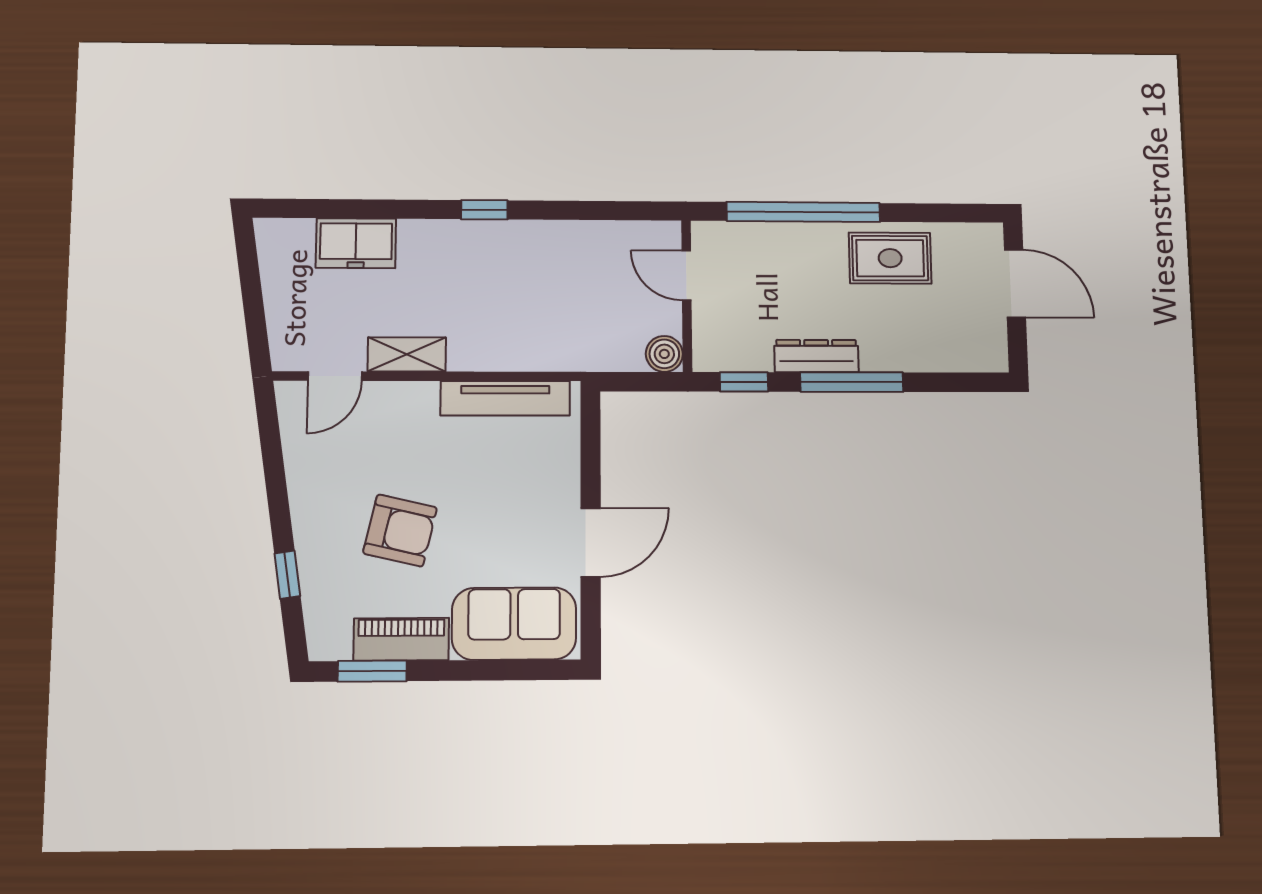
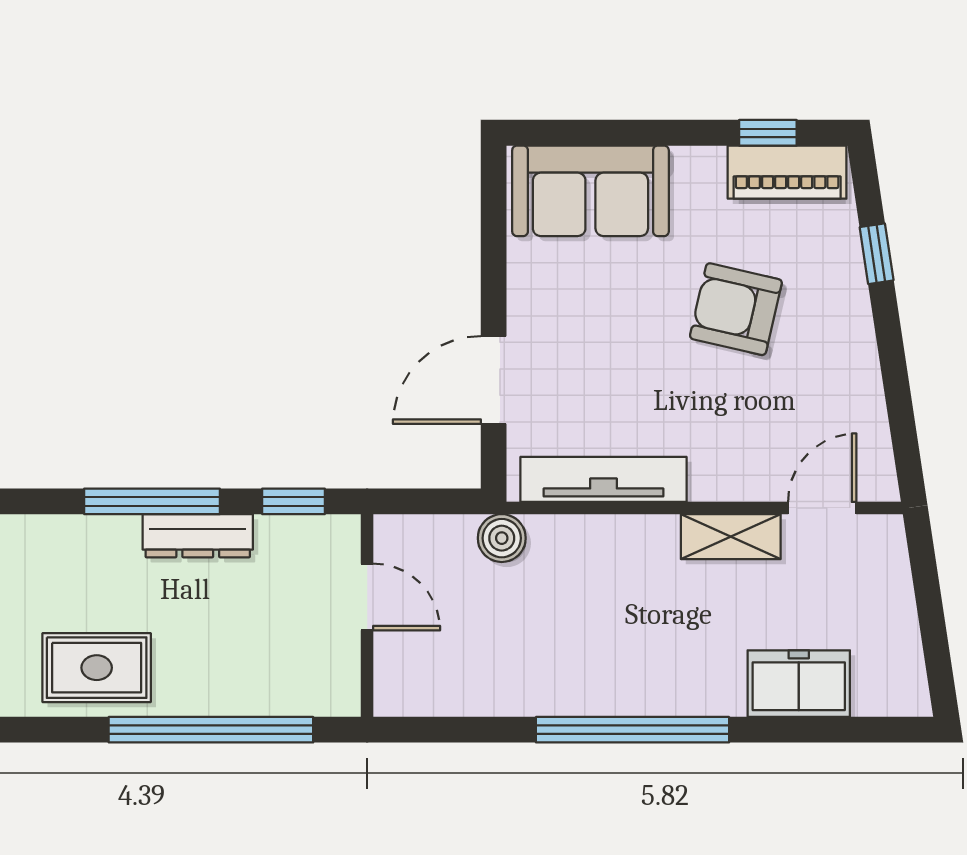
window: (484, 210) -> (633, 730), width x3.17
door: (687, 275) -> (367, 597), moved
boiler: (664, 354) -> (502, 538), moved
door: (591, 542) -> (494, 380), moved
piano: (401, 639) -> (787, 172), moved
window: (372, 671) -> (768, 133), width x0.67

